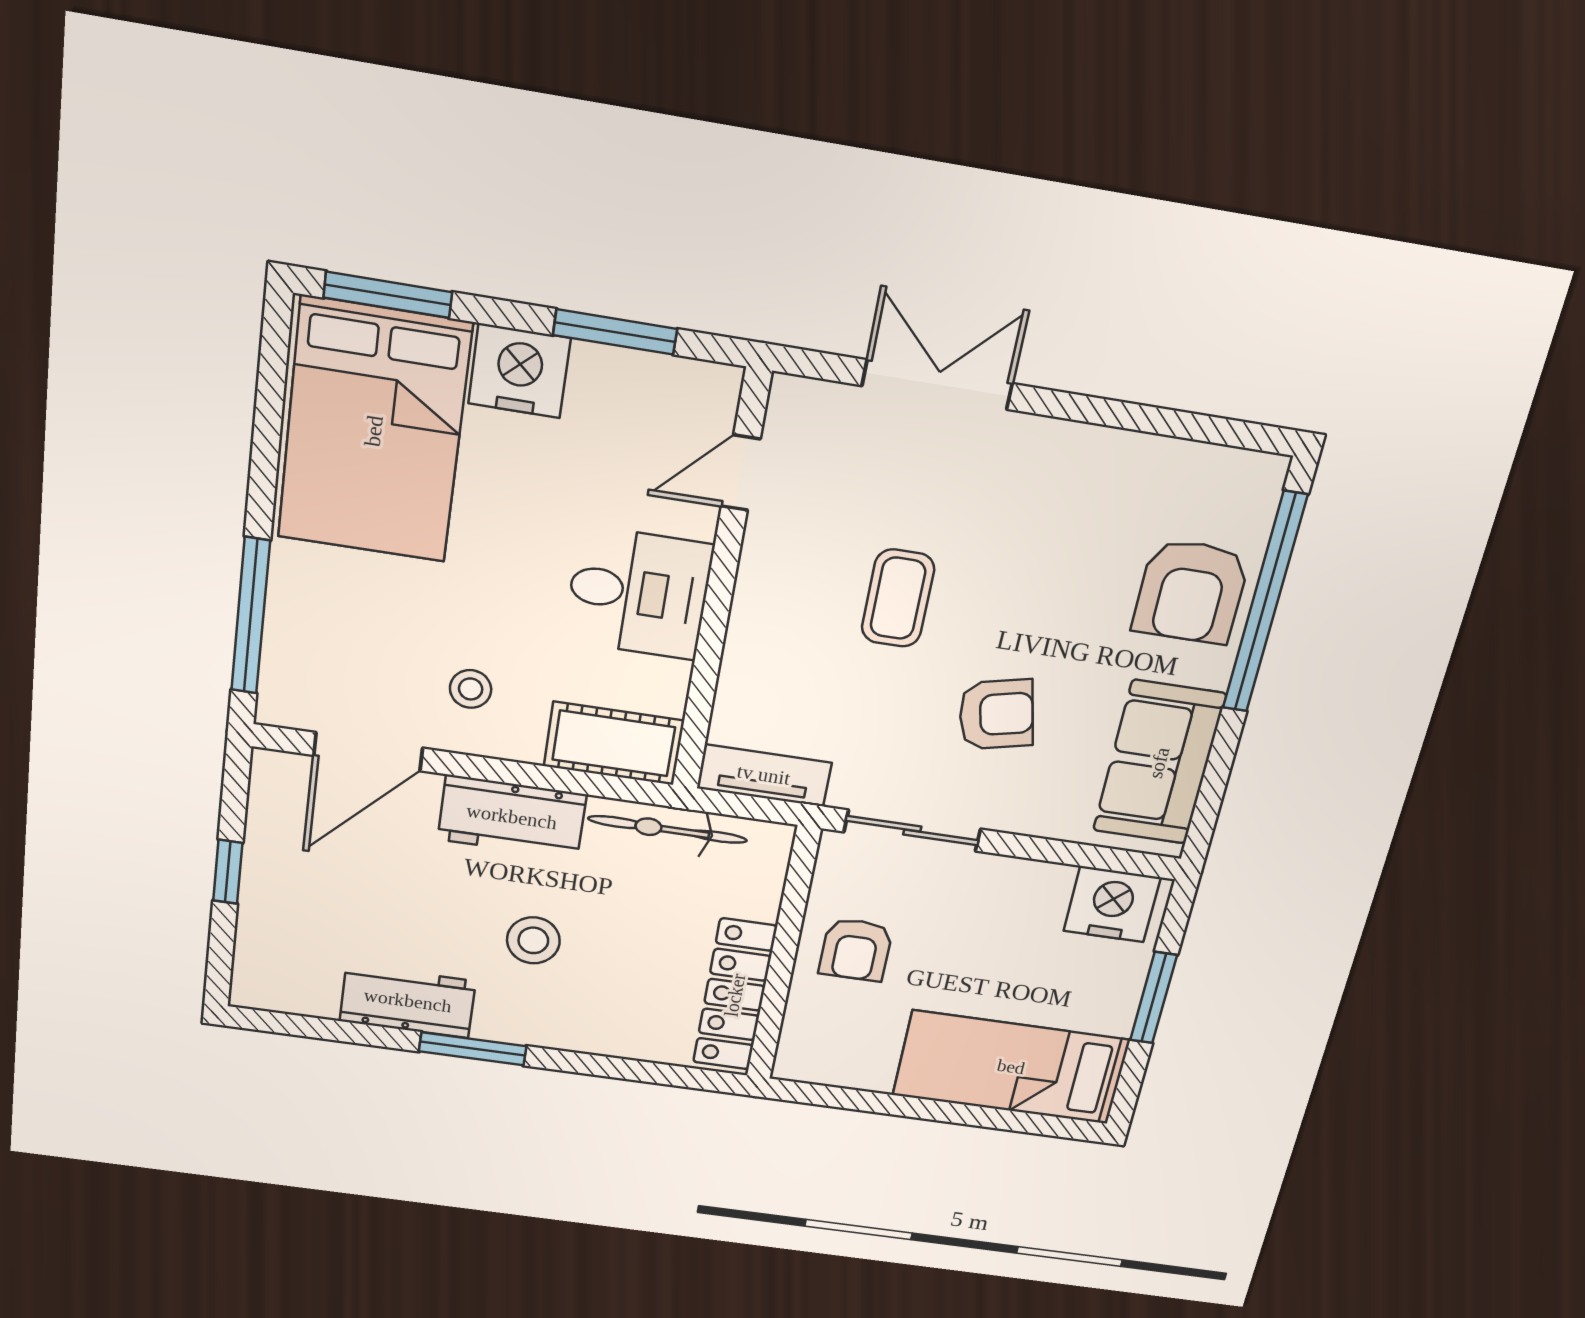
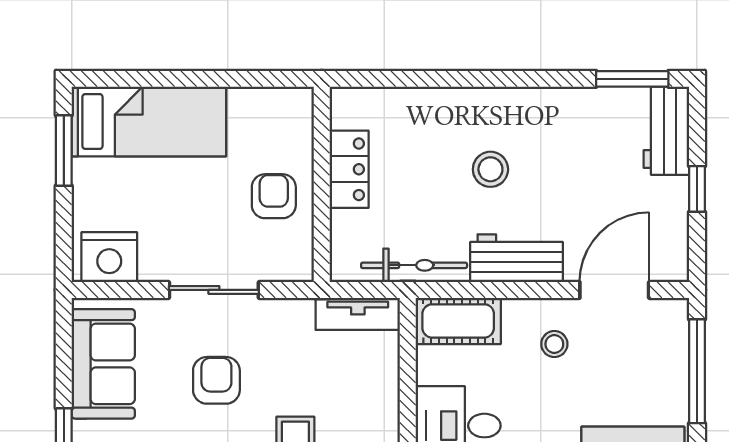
armchair: (996, 714) -> (216, 380), turned 103
sliding door: (912, 831) -> (214, 290), moved
locker: (735, 995) -> (349, 169), width x0.66
window: (1154, 998) -> (64, 150), moved
workbench: (408, 1001) -> (666, 131), moved, turned 90
window: (473, 1049) -> (632, 79), moved

